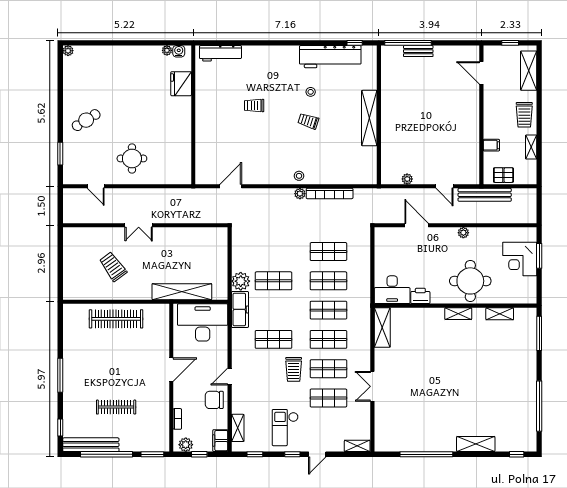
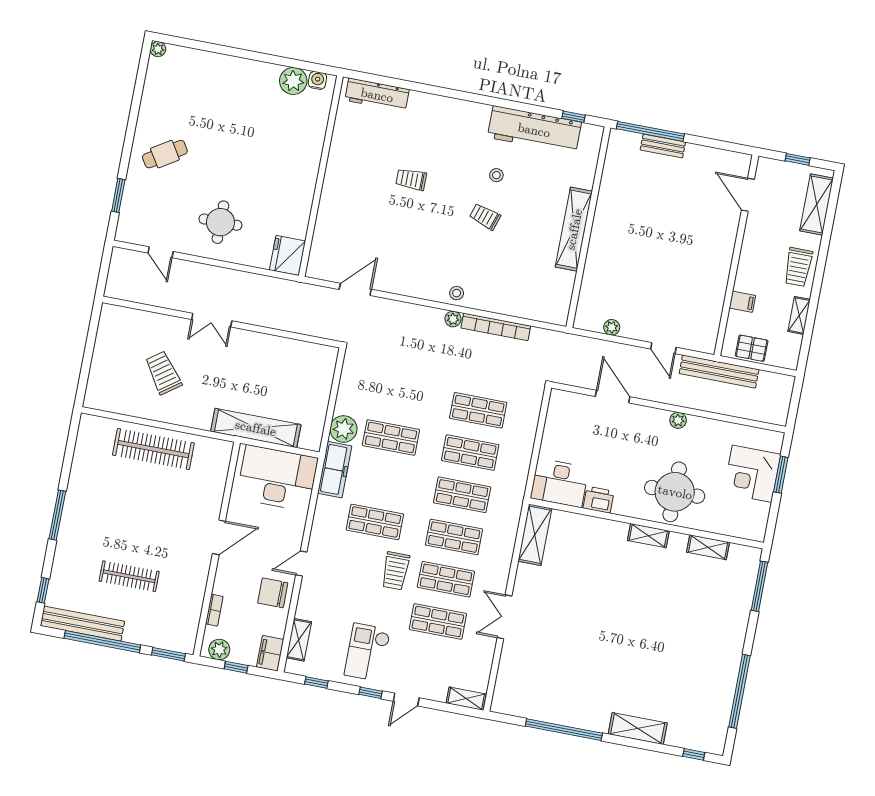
plant: (167, 50) -> (293, 81), width x1.87, depth x1.87
fridge: (181, 84) -> (287, 255), moved

